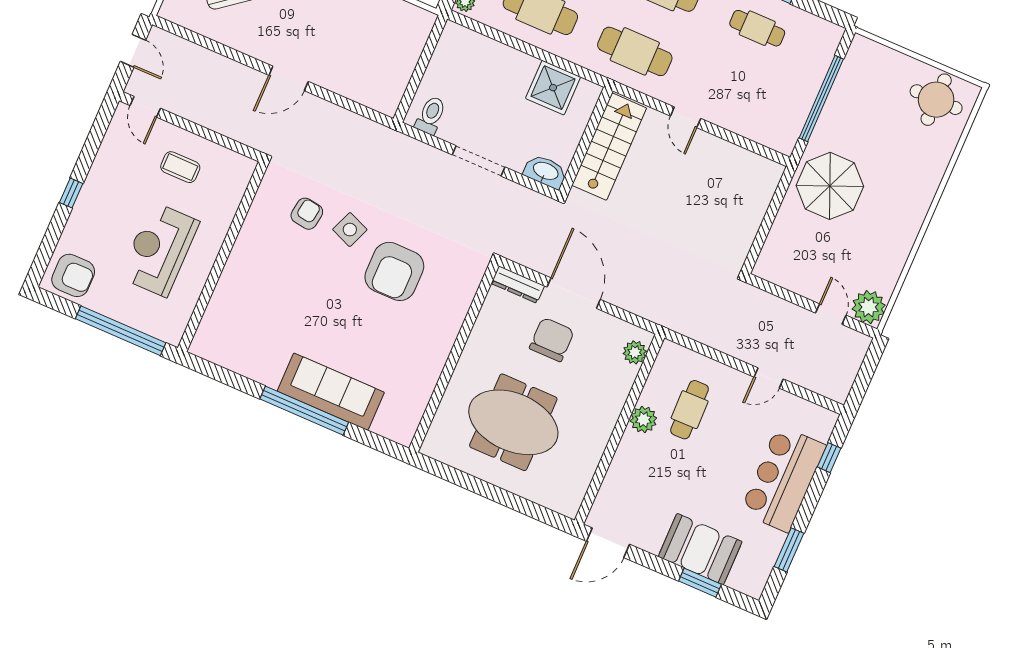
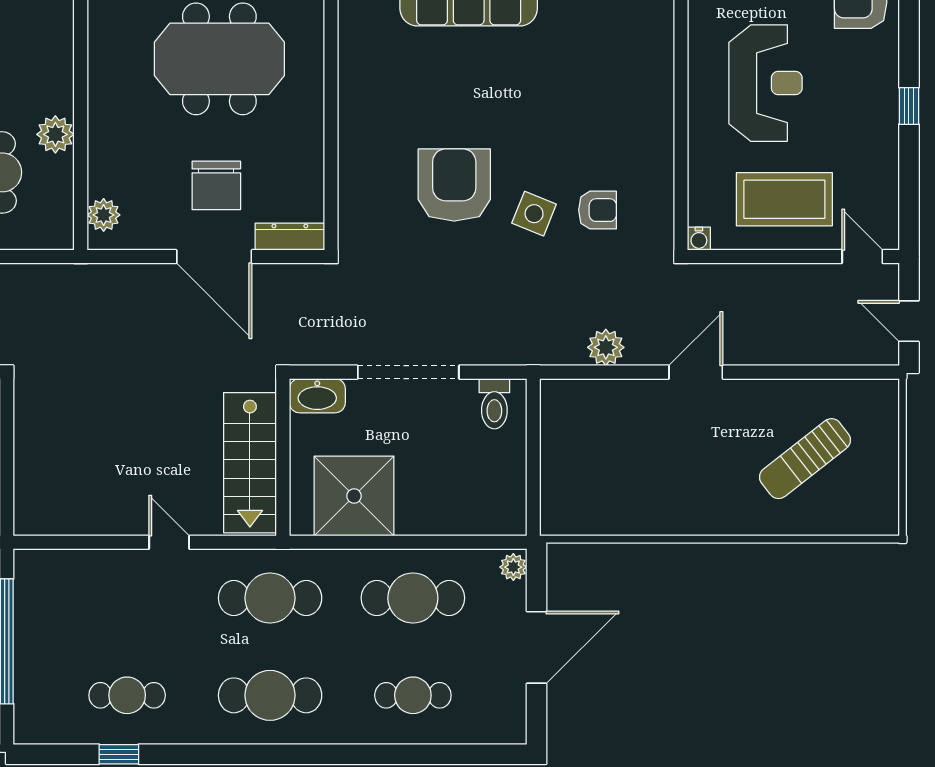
shower: (553, 88) -> (354, 496), width x1.37, depth x1.37
plant: (341, 121) -> (606, 347), added
doorway: (479, 161) -> (408, 372), width x1.36
water cooler: (248, 166) -> (699, 239), added
coffee table: (180, 167) -> (784, 199), width x1.86, depth x1.72
armchair: (307, 214) -> (598, 210), turned -98

